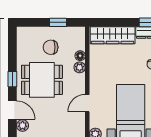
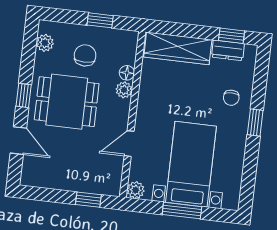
chair: (51, 47) -> (85, 55), turned 90
plant: (23, 125) -> (45, 43), moved

